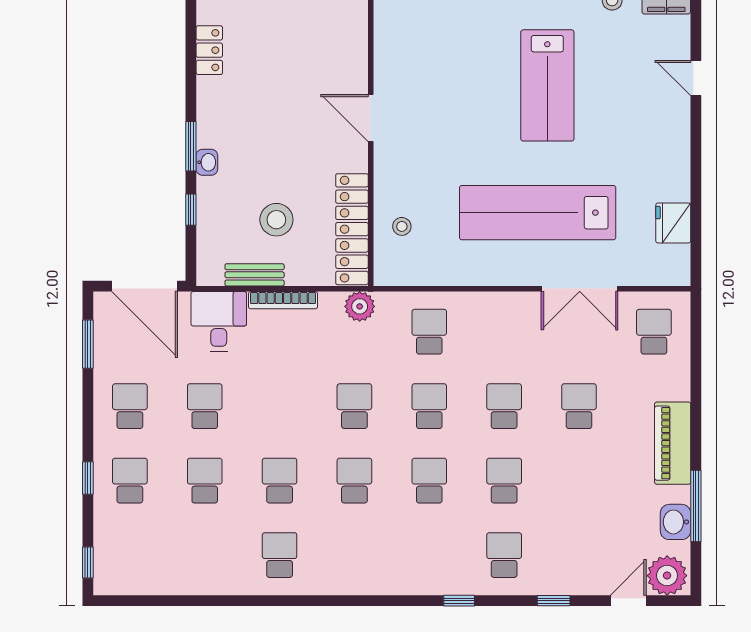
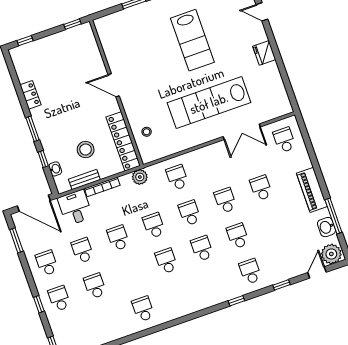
locker: (209, 50) -> (30, 95), moved
washbasin: (207, 162) -> (55, 169), moved
fridge: (673, 223) -> (264, 53), moved
school desk: (280, 481) -> (118, 238), moved

